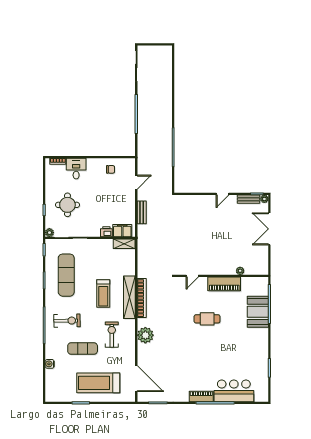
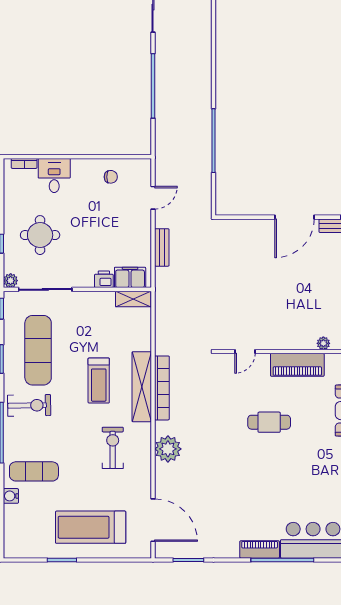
door: (223, 194) -> (294, 217), width x1.88
exercise bike: (67, 321) -> (29, 405), moved
exercise mat: (83, 349) -> (34, 471), moved

